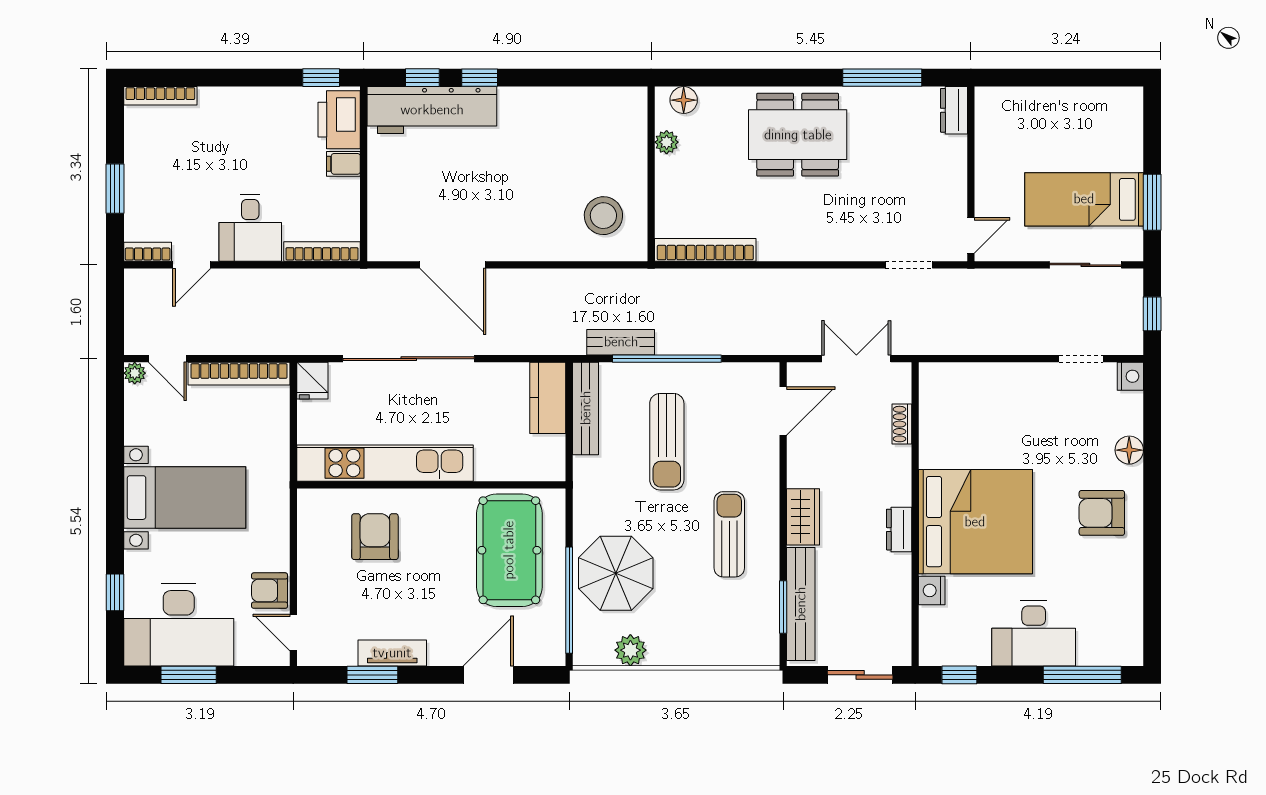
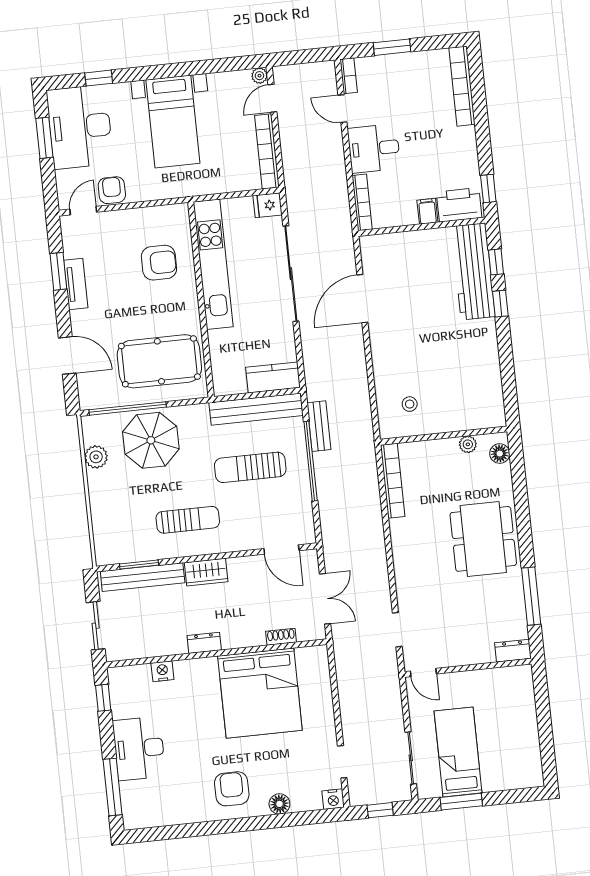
bookcase: (160, 96) -> (462, 86), width x1.48, depth x1.31
stool: (603, 216) -> (410, 404), width x0.53, depth x0.53
bench: (586, 408) -> (256, 409), width x1.37, depth x1.21
bed: (975, 522) -> (260, 693), moved

